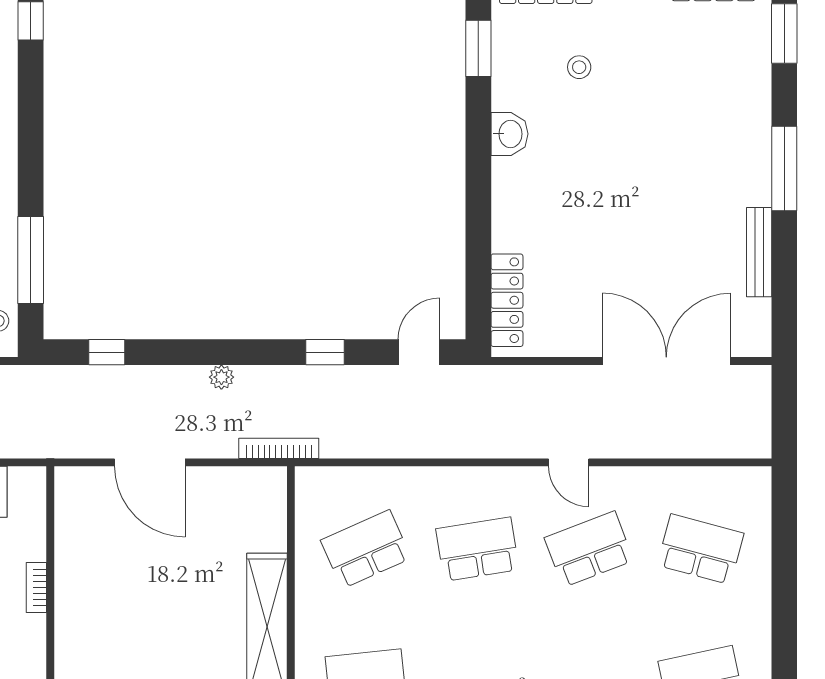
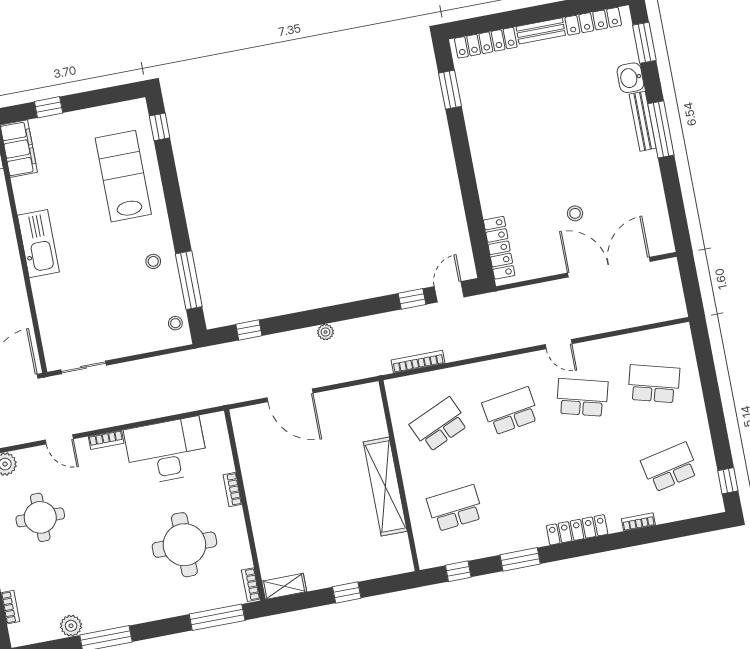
stool: (579, 67) -> (575, 213), moved
washbasin: (509, 134) -> (630, 78), moved, turned 180
bench: (759, 252) -> (643, 121), moved
window: (325, 352) -> (412, 299), moved
bookcase: (279, 448) -> (418, 362), moved
school desk: (589, 549) -> (582, 397), turned 36

